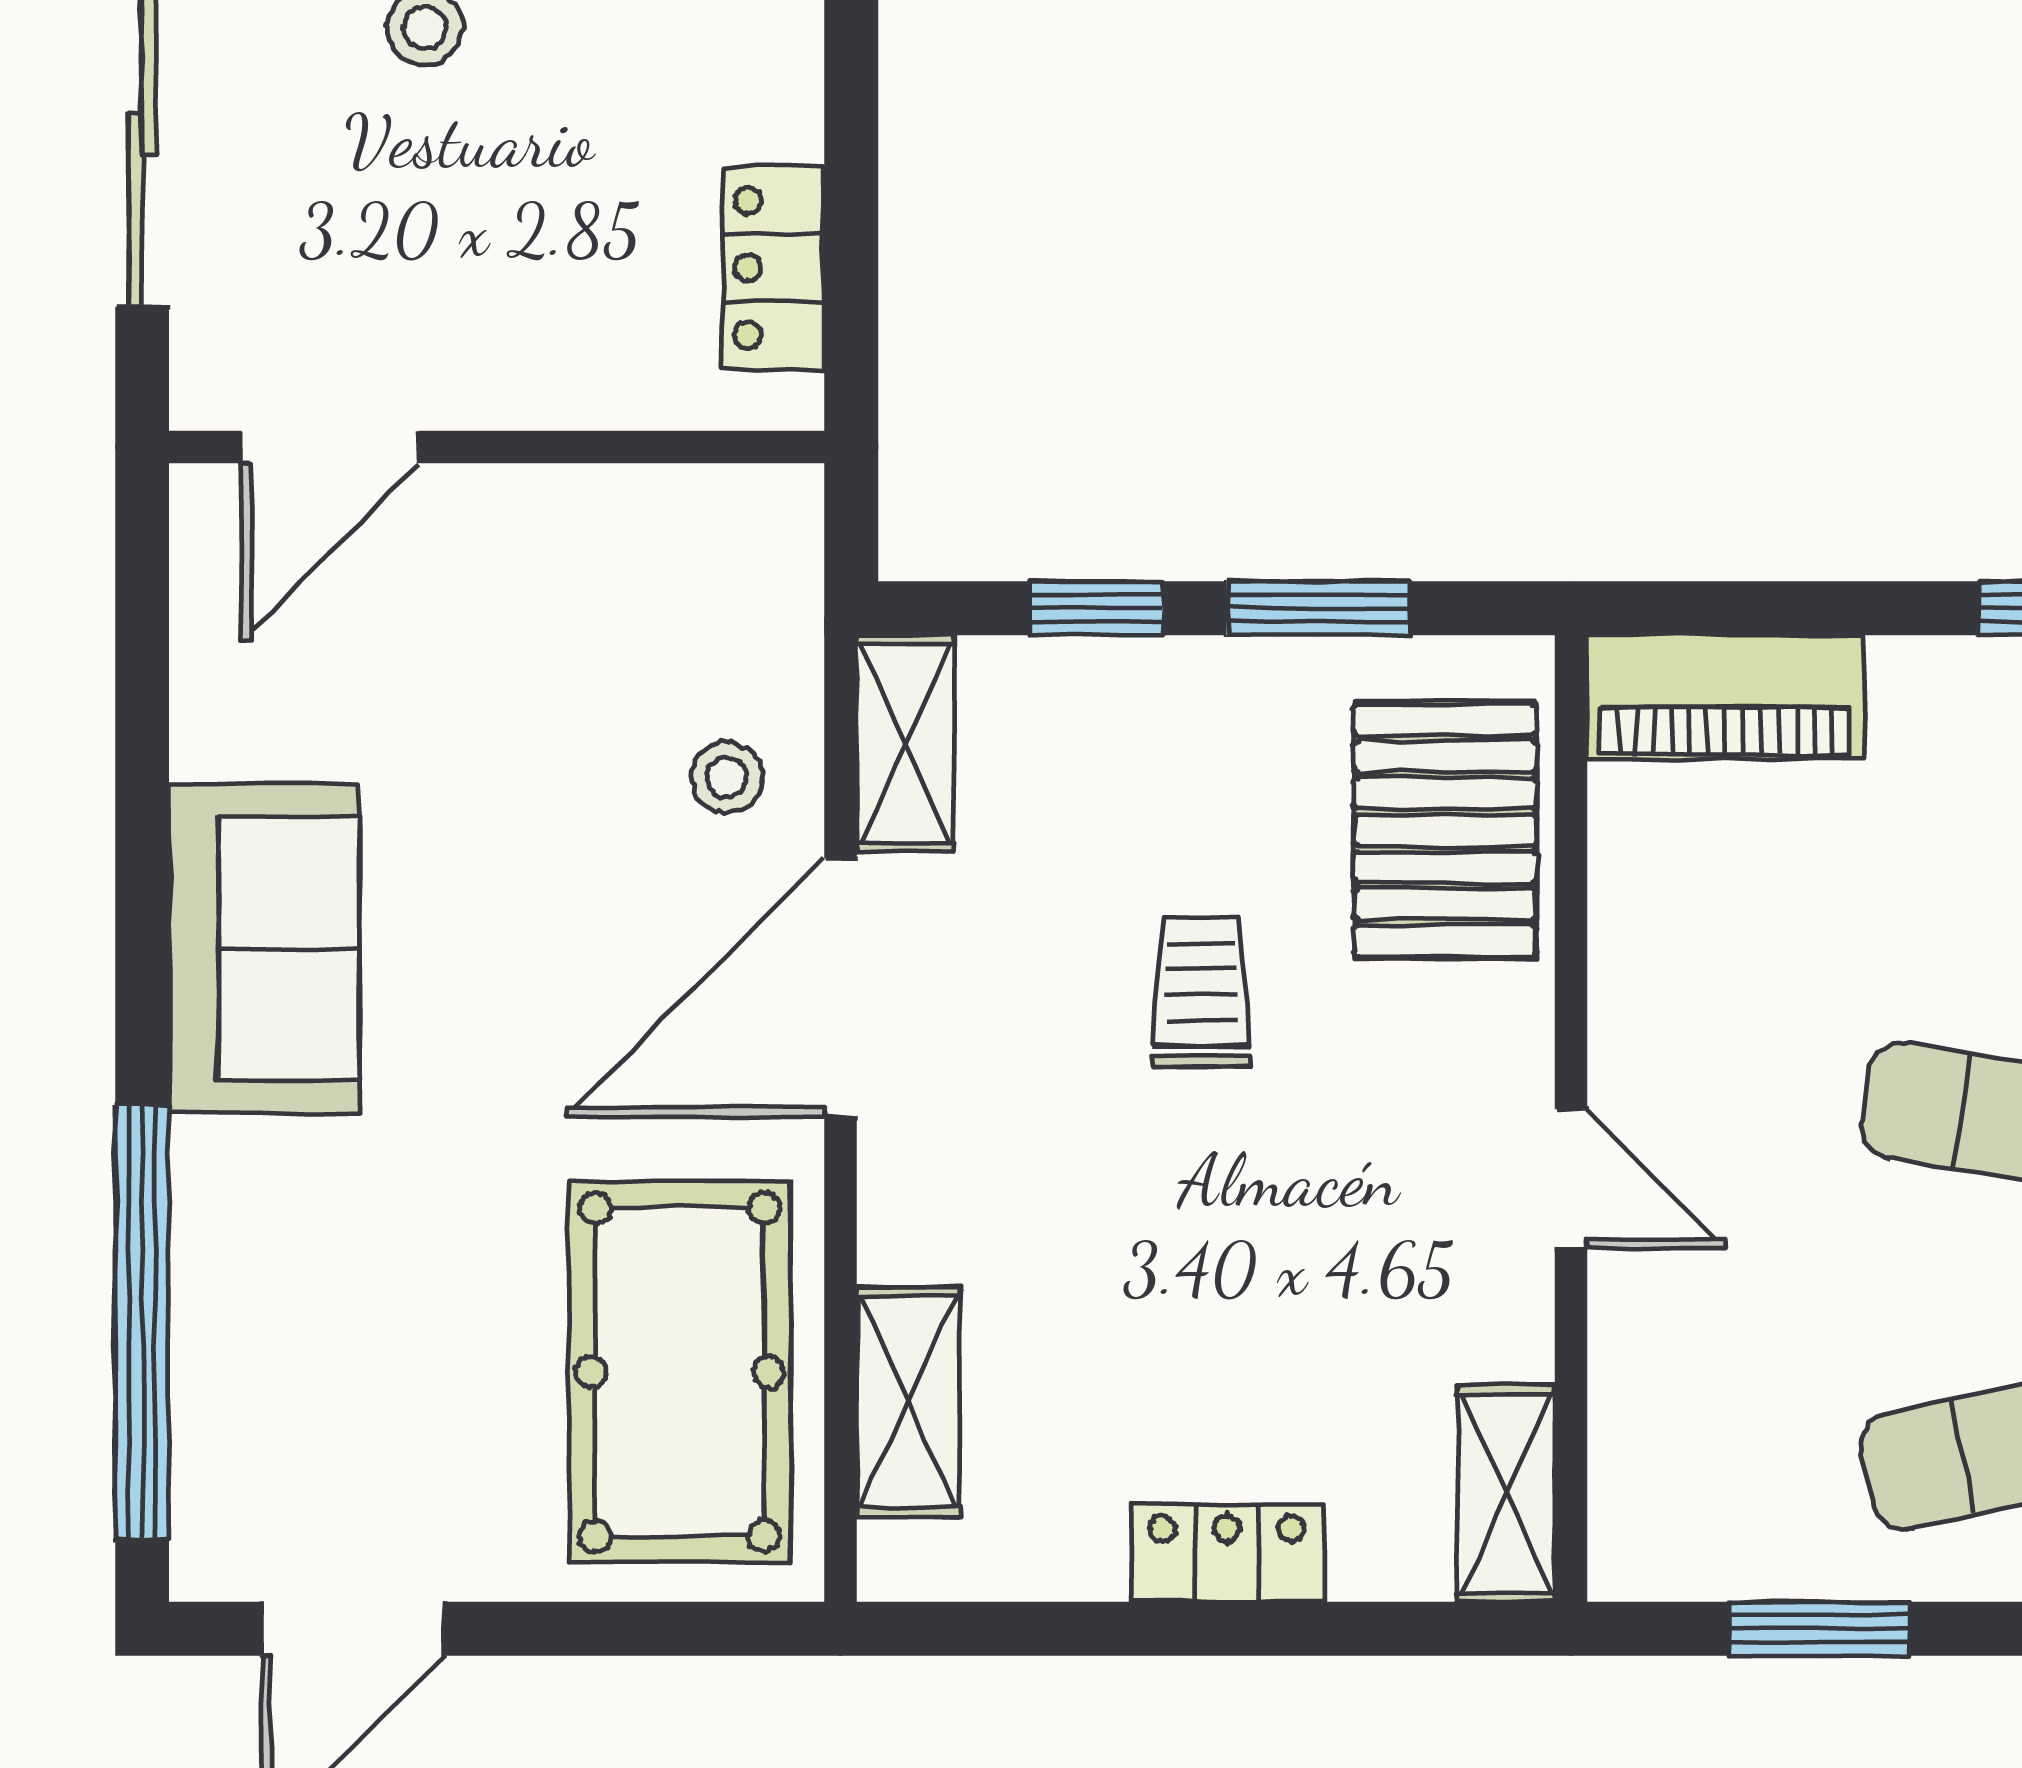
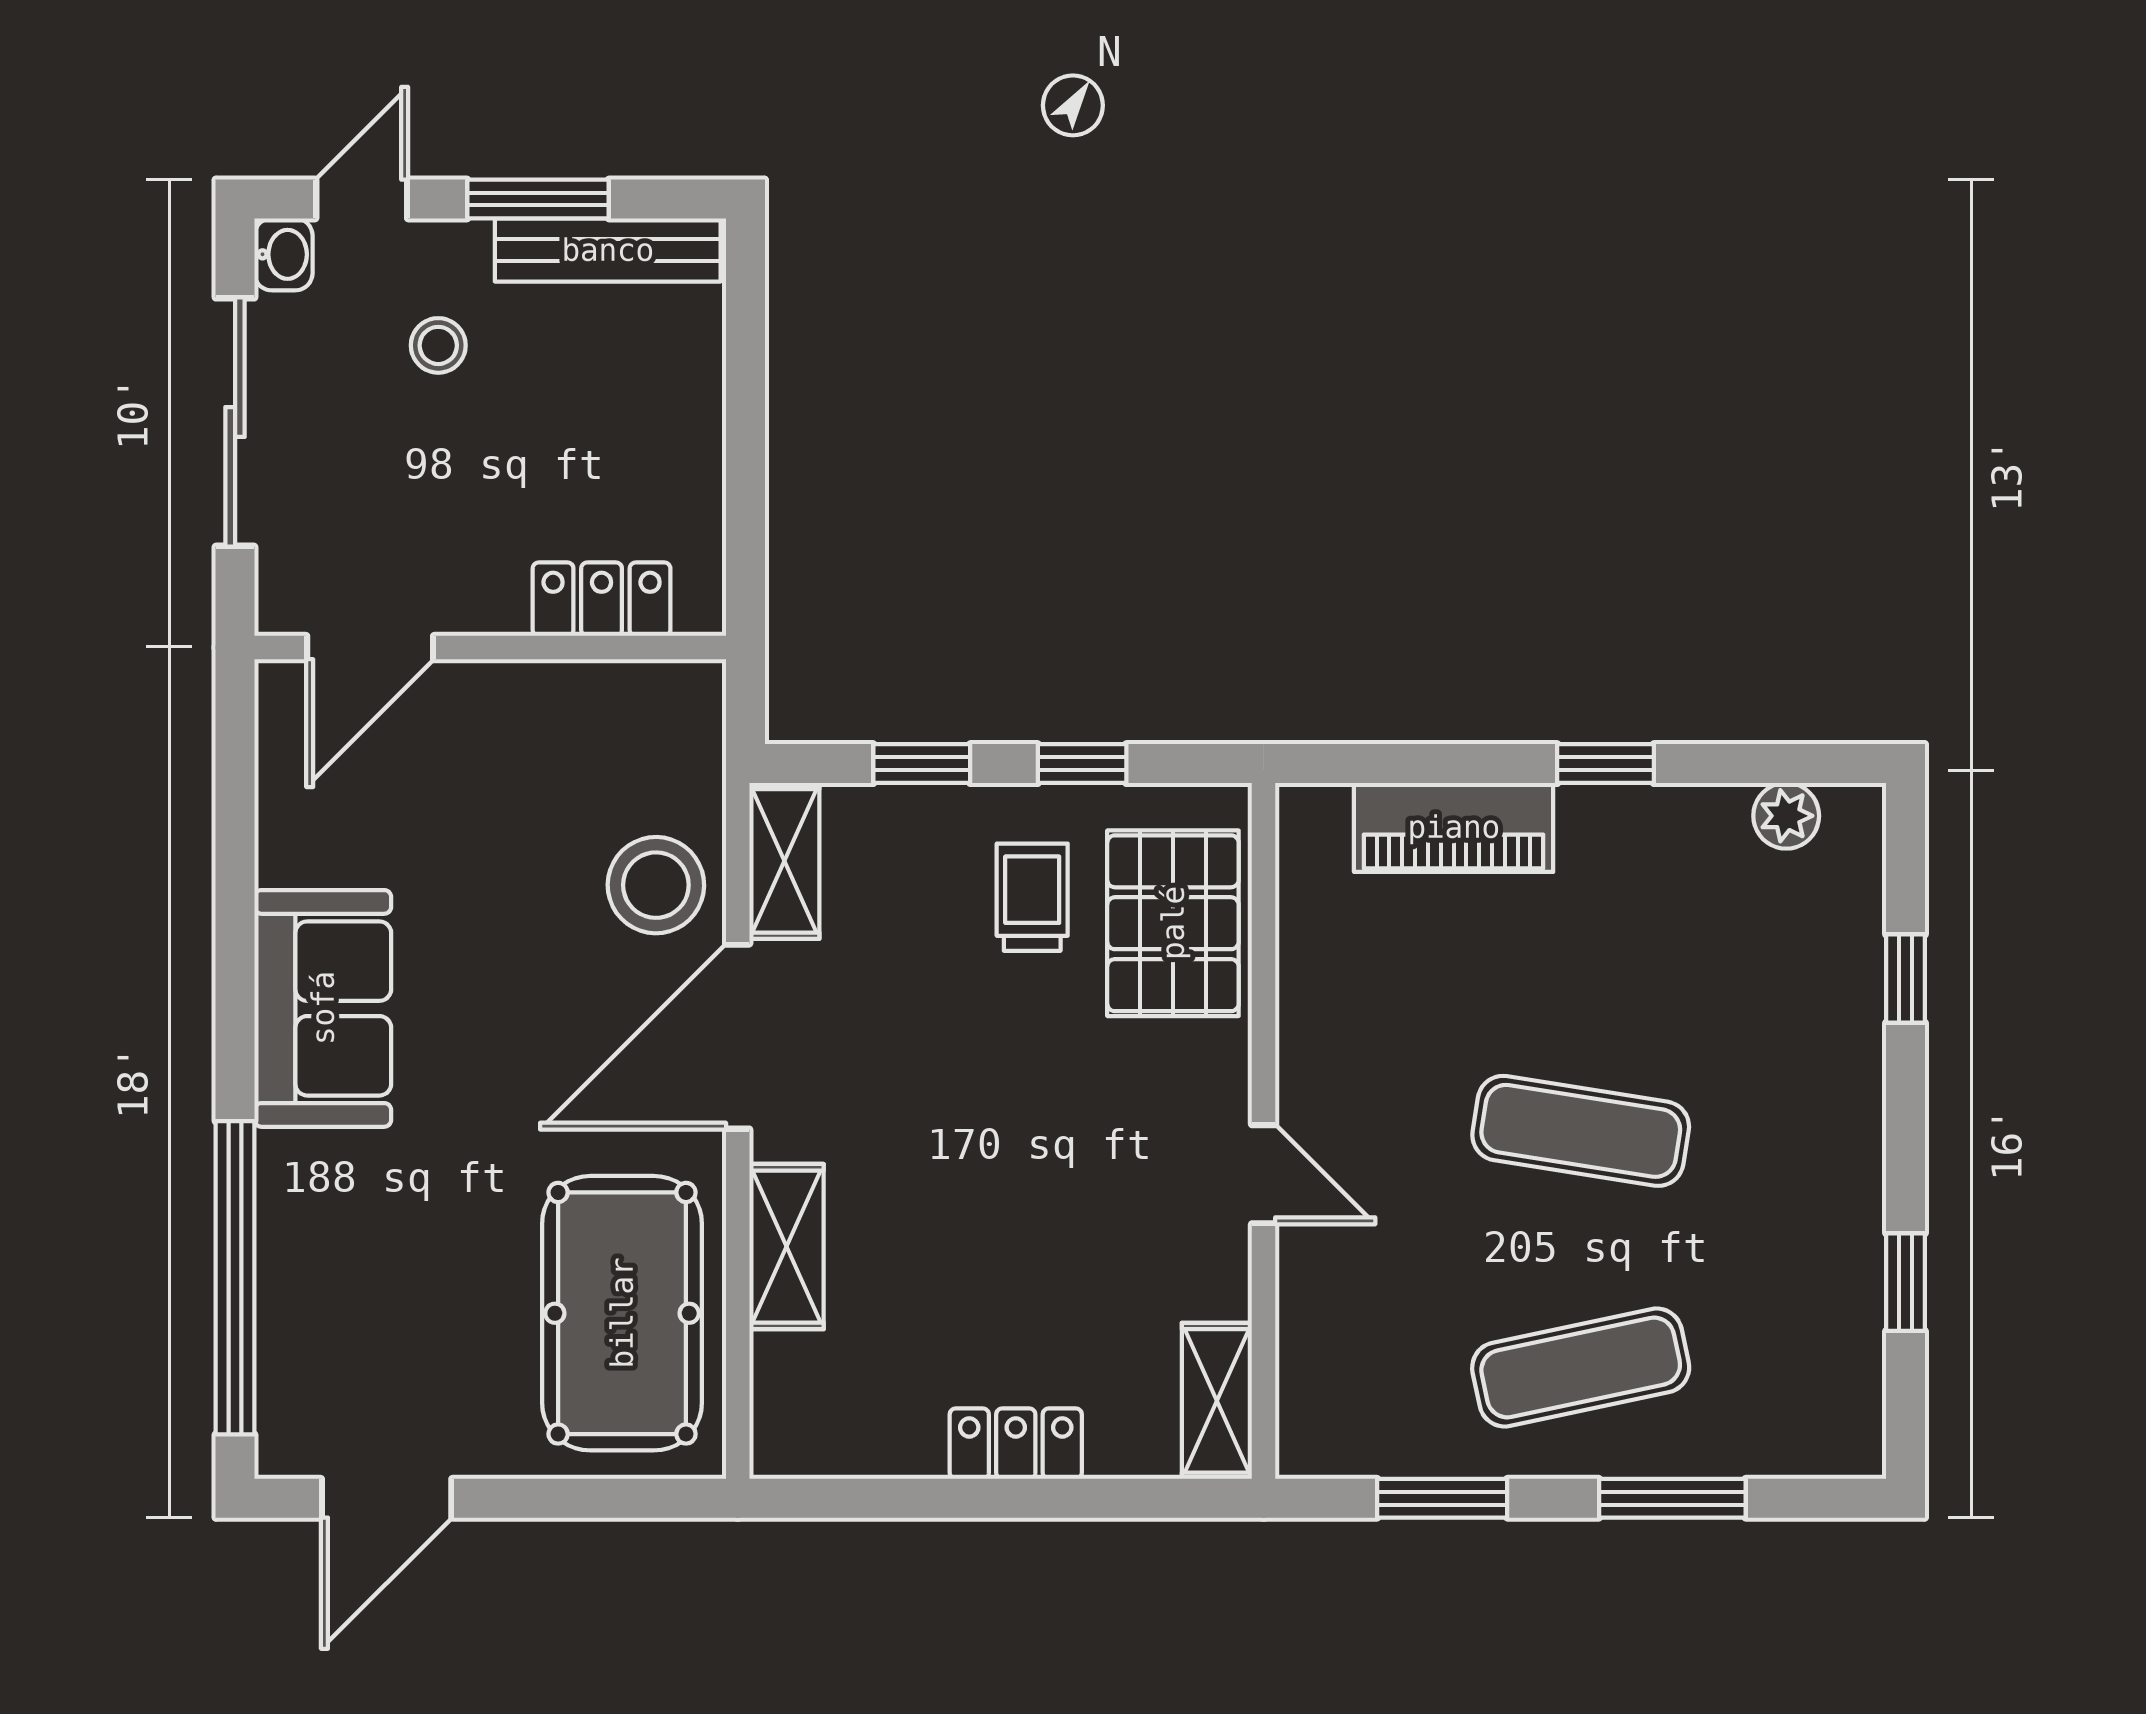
locker: (773, 268) -> (602, 599), moved, turned 90
window: (1319, 608) -> (1082, 764), width x0.67
piano: (1726, 697) -> (1454, 827), moved
stool: (727, 777) -> (656, 885), width x1.89, depth x1.89
trolley: (1201, 992) -> (1032, 897), moved
shelving: (908, 1402) -> (786, 1247), moved

